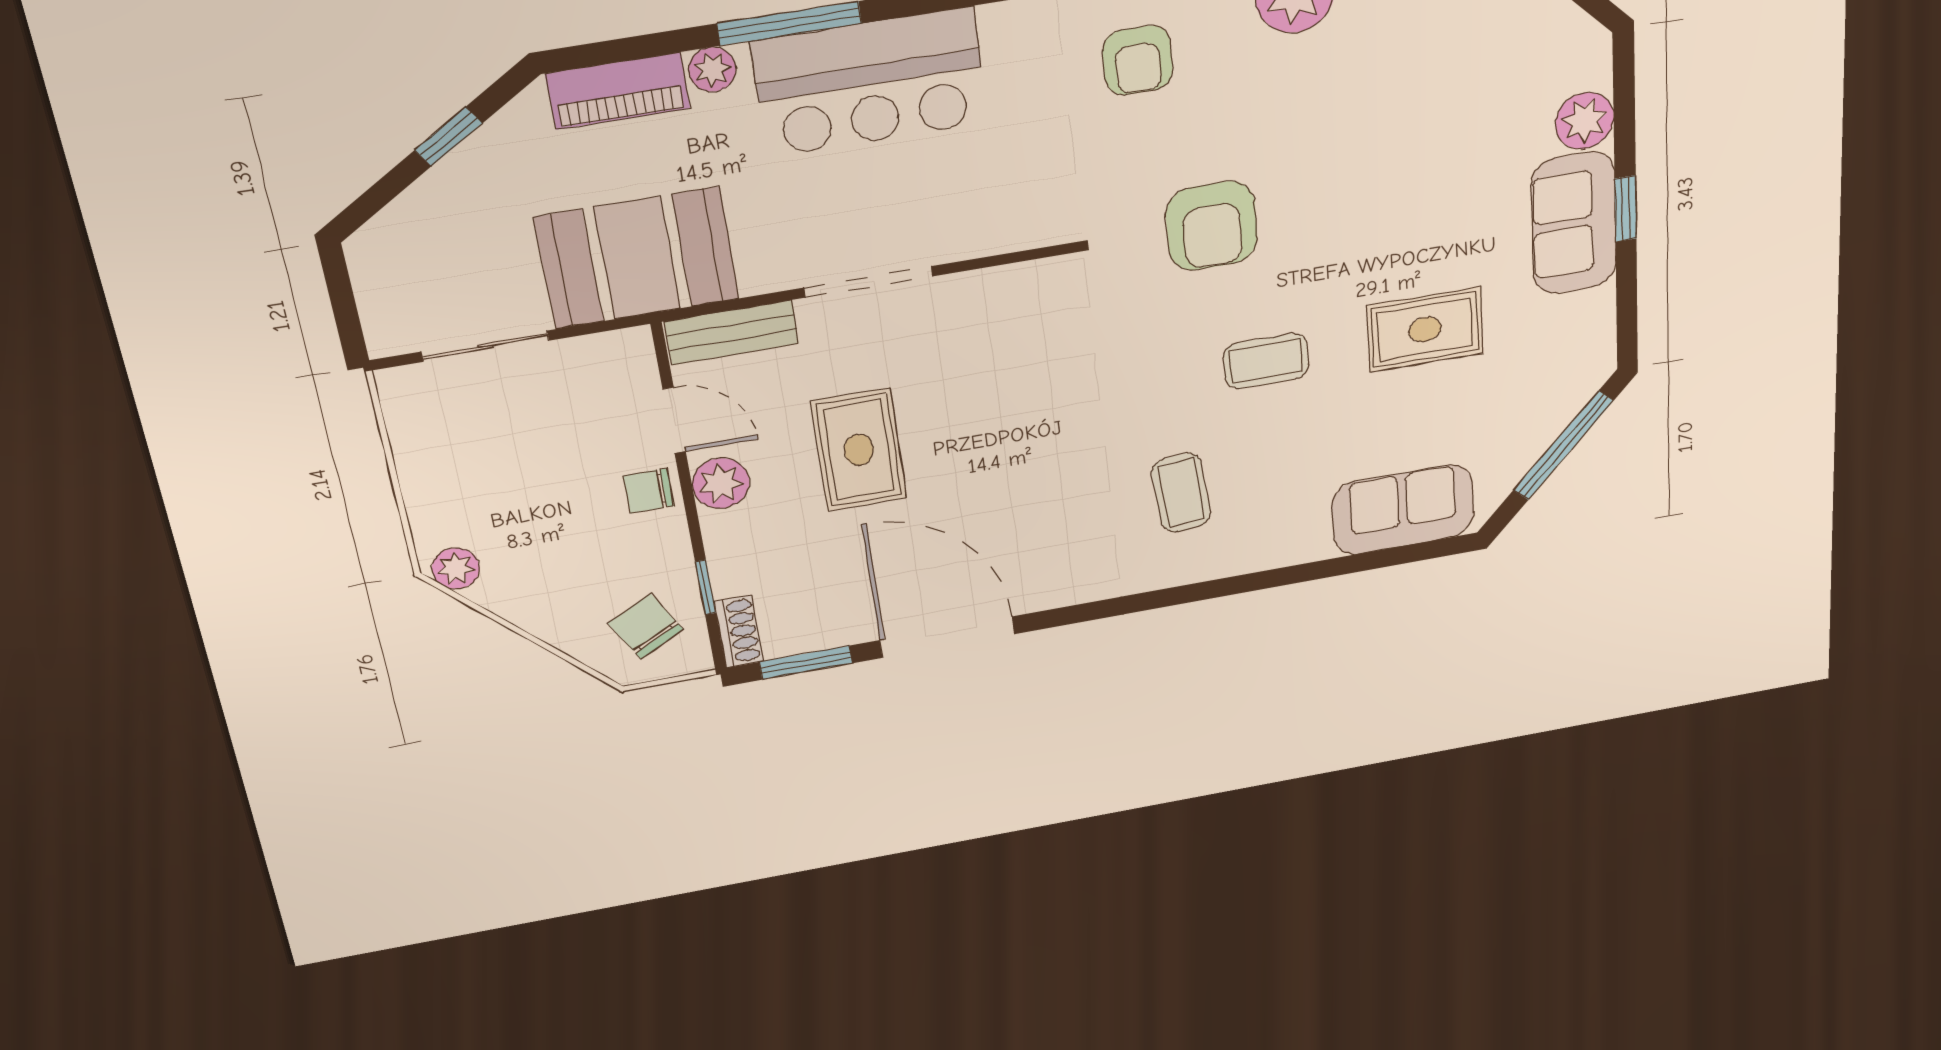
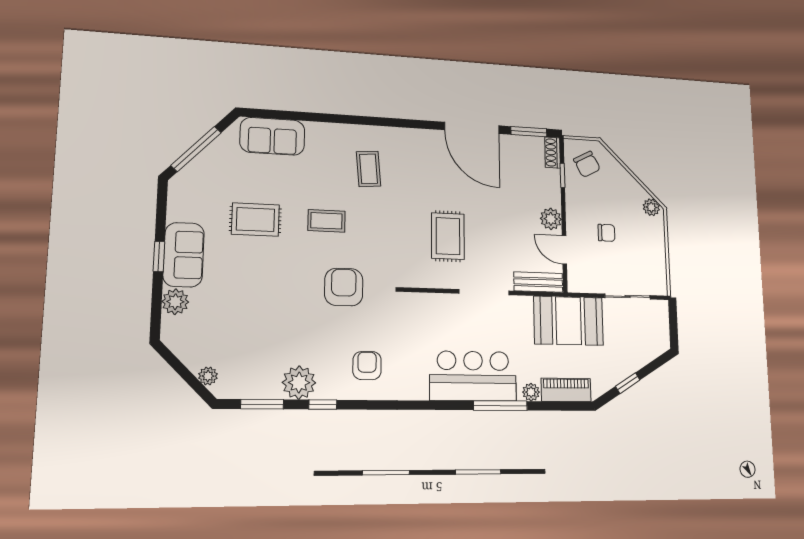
rug: (859, 450) -> (448, 236), moved
chair: (648, 491) -> (606, 233), moved

